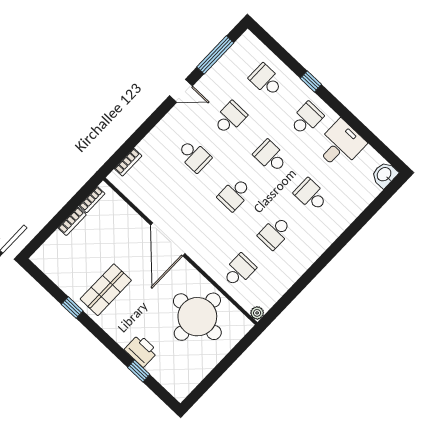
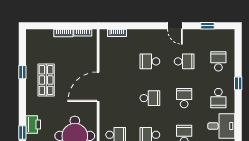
window: (215, 55) -> (208, 26), width x0.46
school desk: (306, 119) -> (218, 98), turned 90
school desk: (194, 156) -> (150, 61), turned 90
school desk: (235, 194) -> (150, 98), turned 180
shop shelf: (106, 290) -> (46, 80), turned 90

